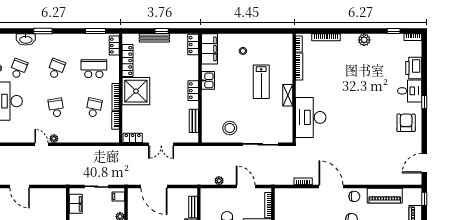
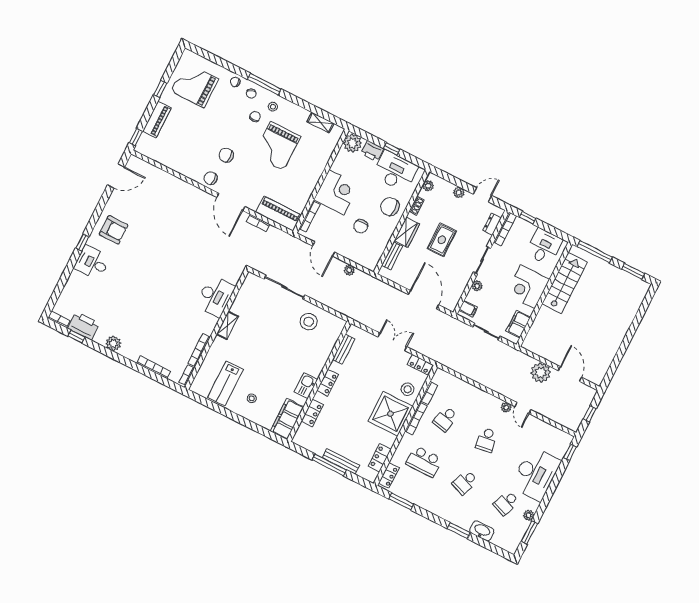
window: (162, 31) -> (329, 465), width x2.17
locker: (193, 45) -> (312, 413), moved
locker: (128, 61) -> (380, 458), width x0.66
printer: (414, 68) -> (84, 326), moved, turned -90
lab bench: (261, 82) -> (225, 383), moved, turned 180
stool: (133, 115) -> (408, 389), added
desk: (311, 117) -> (215, 296), width x0.73, depth x0.77
armchair: (406, 123) -> (114, 230), turned -90
plant: (42, 177) -> (541, 373), added
piano: (385, 196) -> (278, 214), moved

